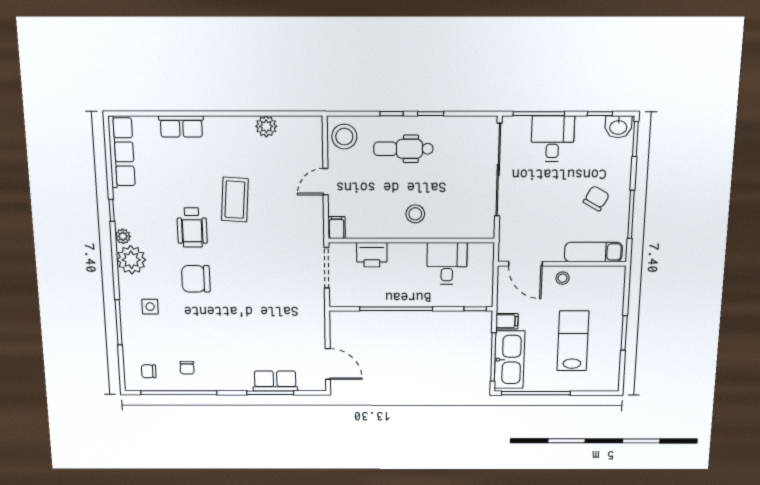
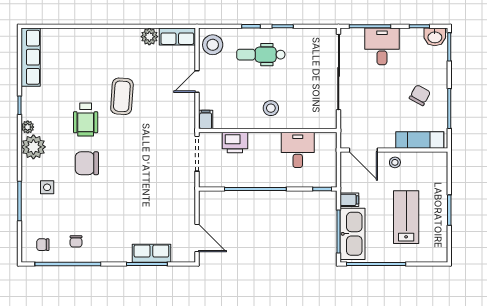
row of seats: (181, 126) -> (177, 37), moved

